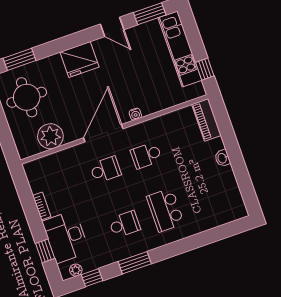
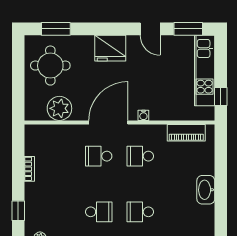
piano: (206, 120) -> (186, 133), moved, turned -90
washbasin: (222, 158) -> (206, 190), width x1.91, depth x1.45
school desk: (105, 170) -> (99, 156), turned 180
school desk: (165, 210) -> (140, 212), width x0.54
desk: (66, 237) -> (41, 204), removed

